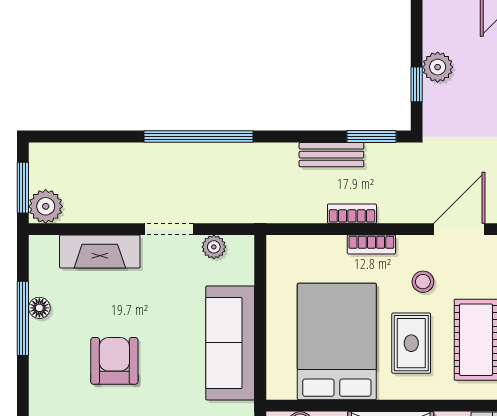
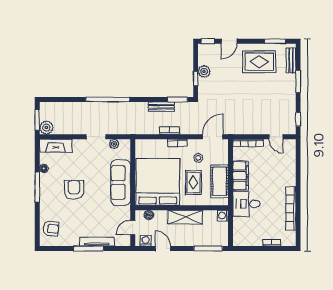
fireplace: (100, 251) -> (56, 146), moved
window: (23, 318) -> (37, 187), moved
bed: (337, 342) -> (158, 182), width x1.36

